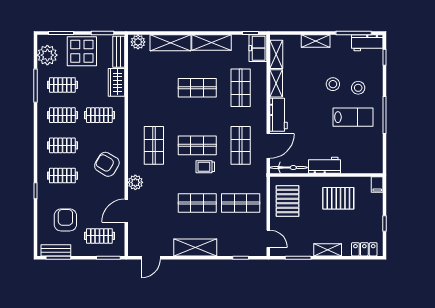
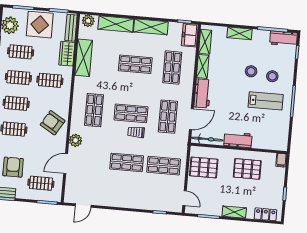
pallet: (288, 201) -> (204, 167), turned 90
shelving: (195, 247) -> (84, 58), moved, turned 90

